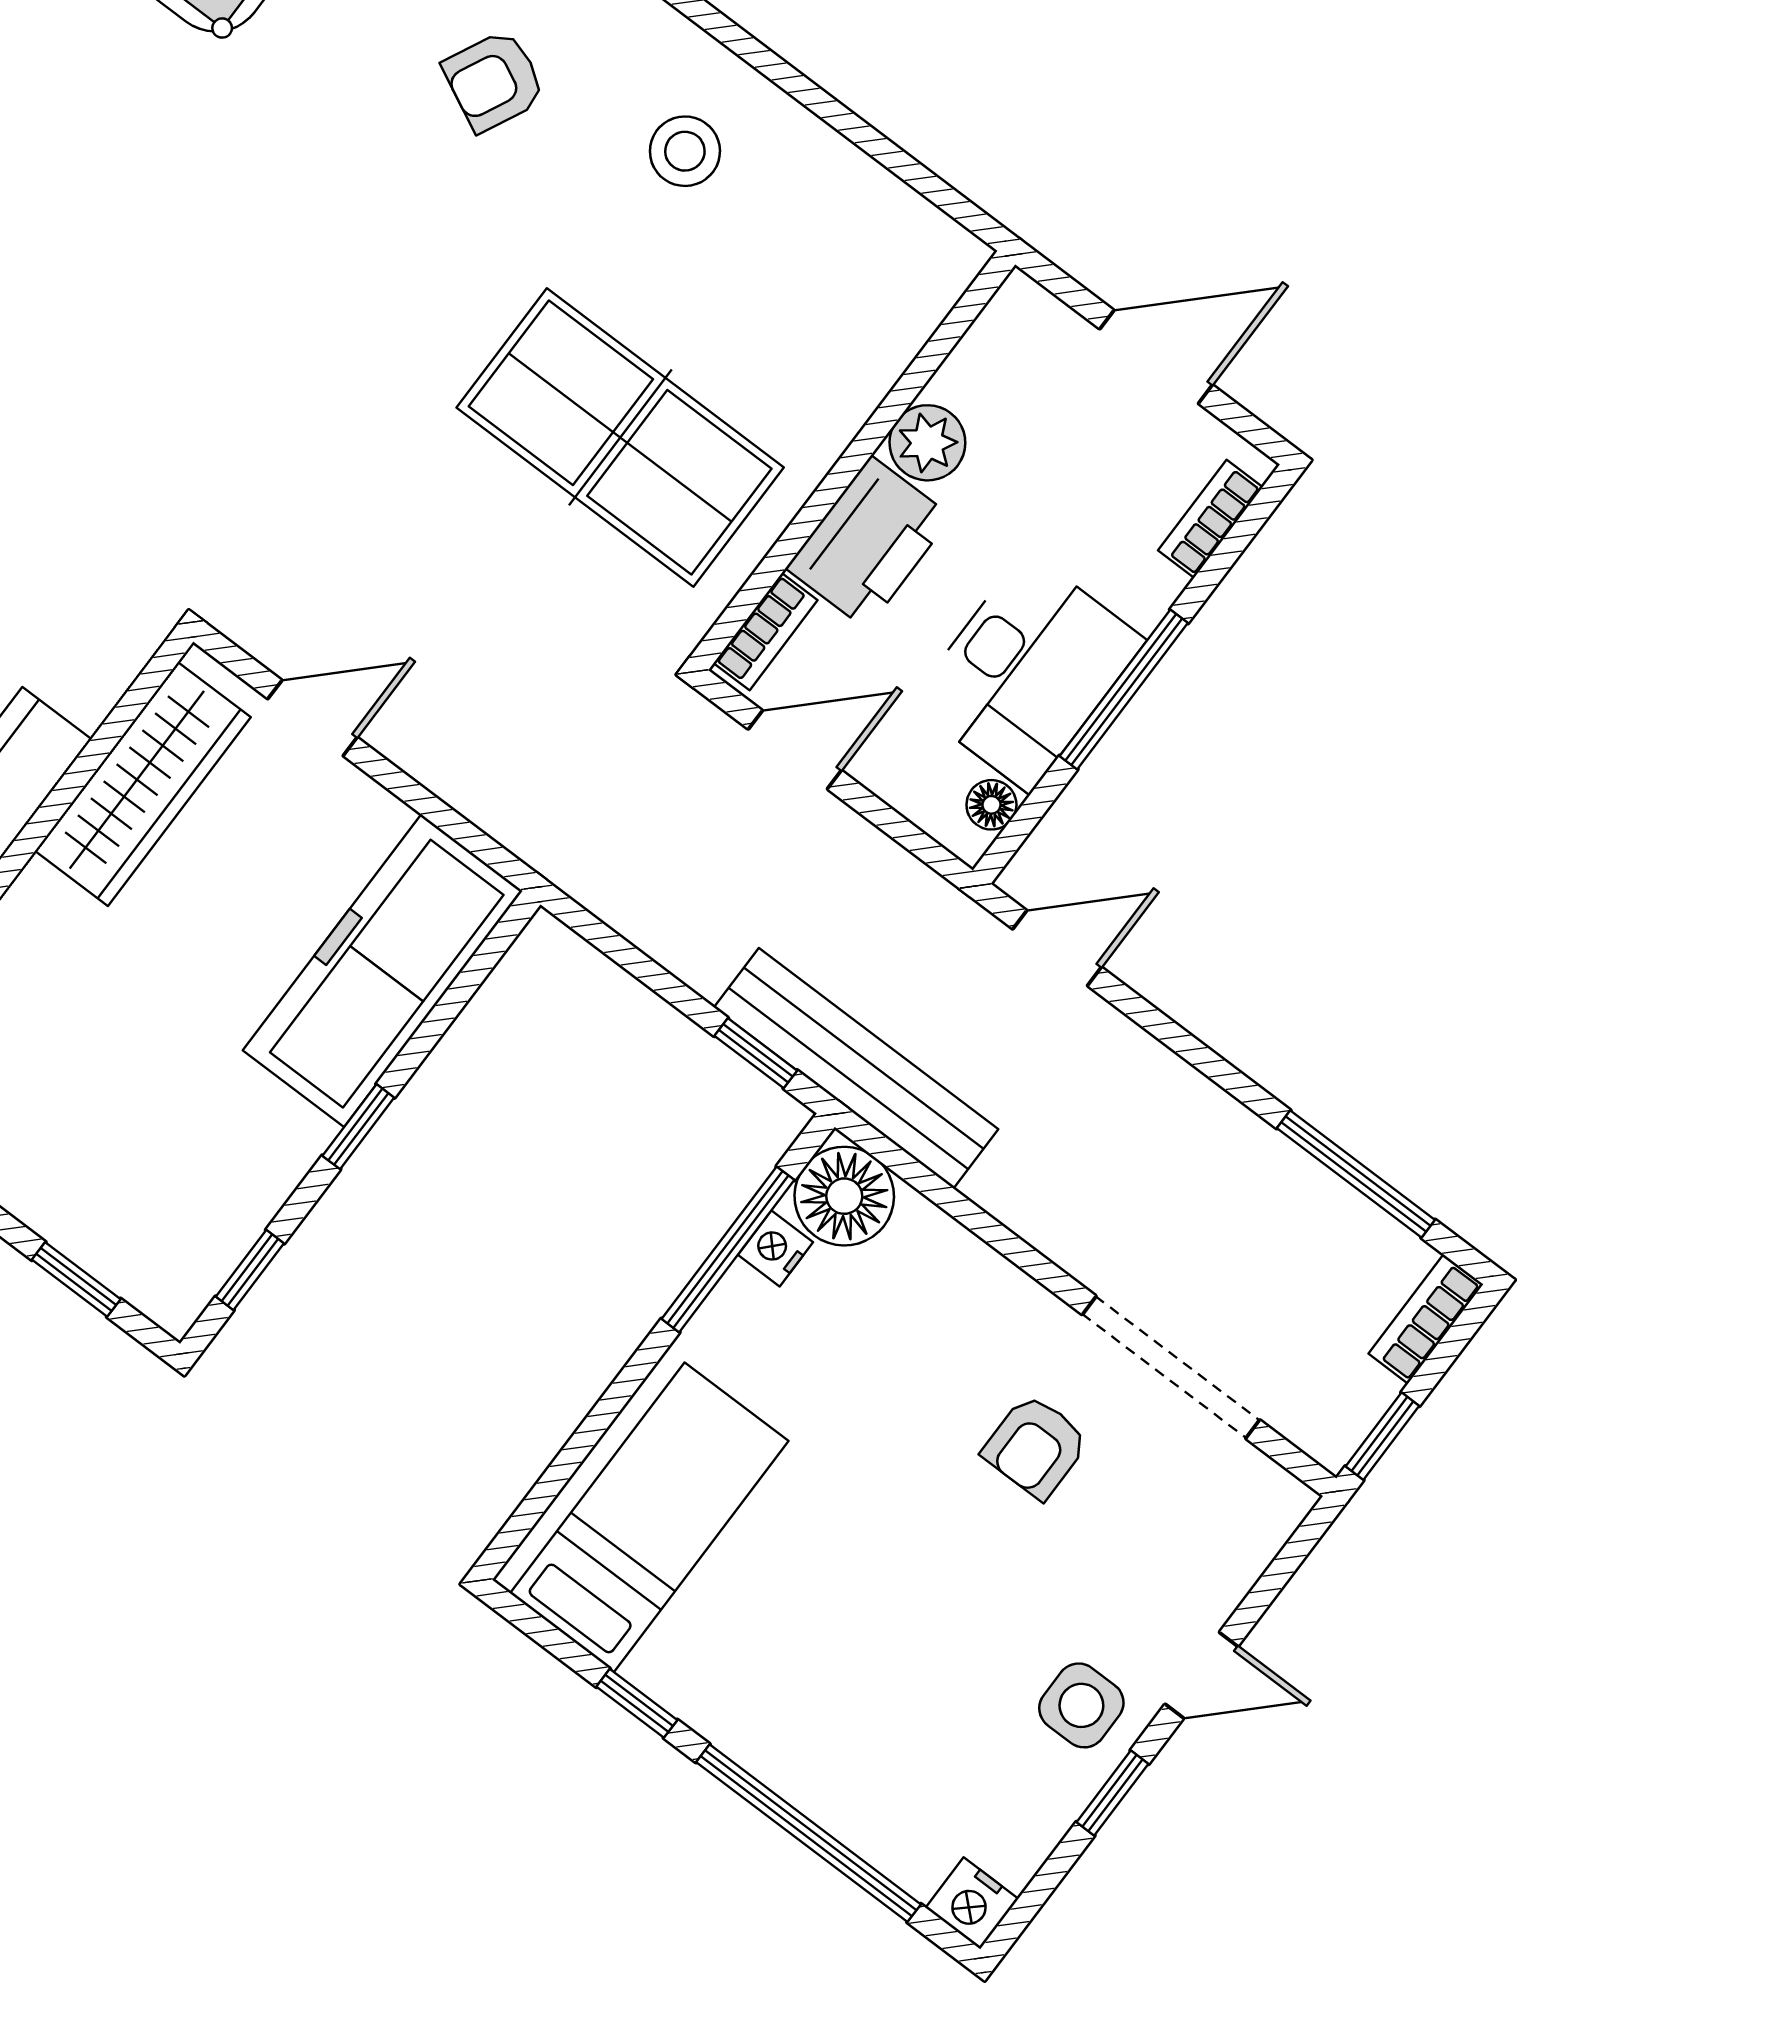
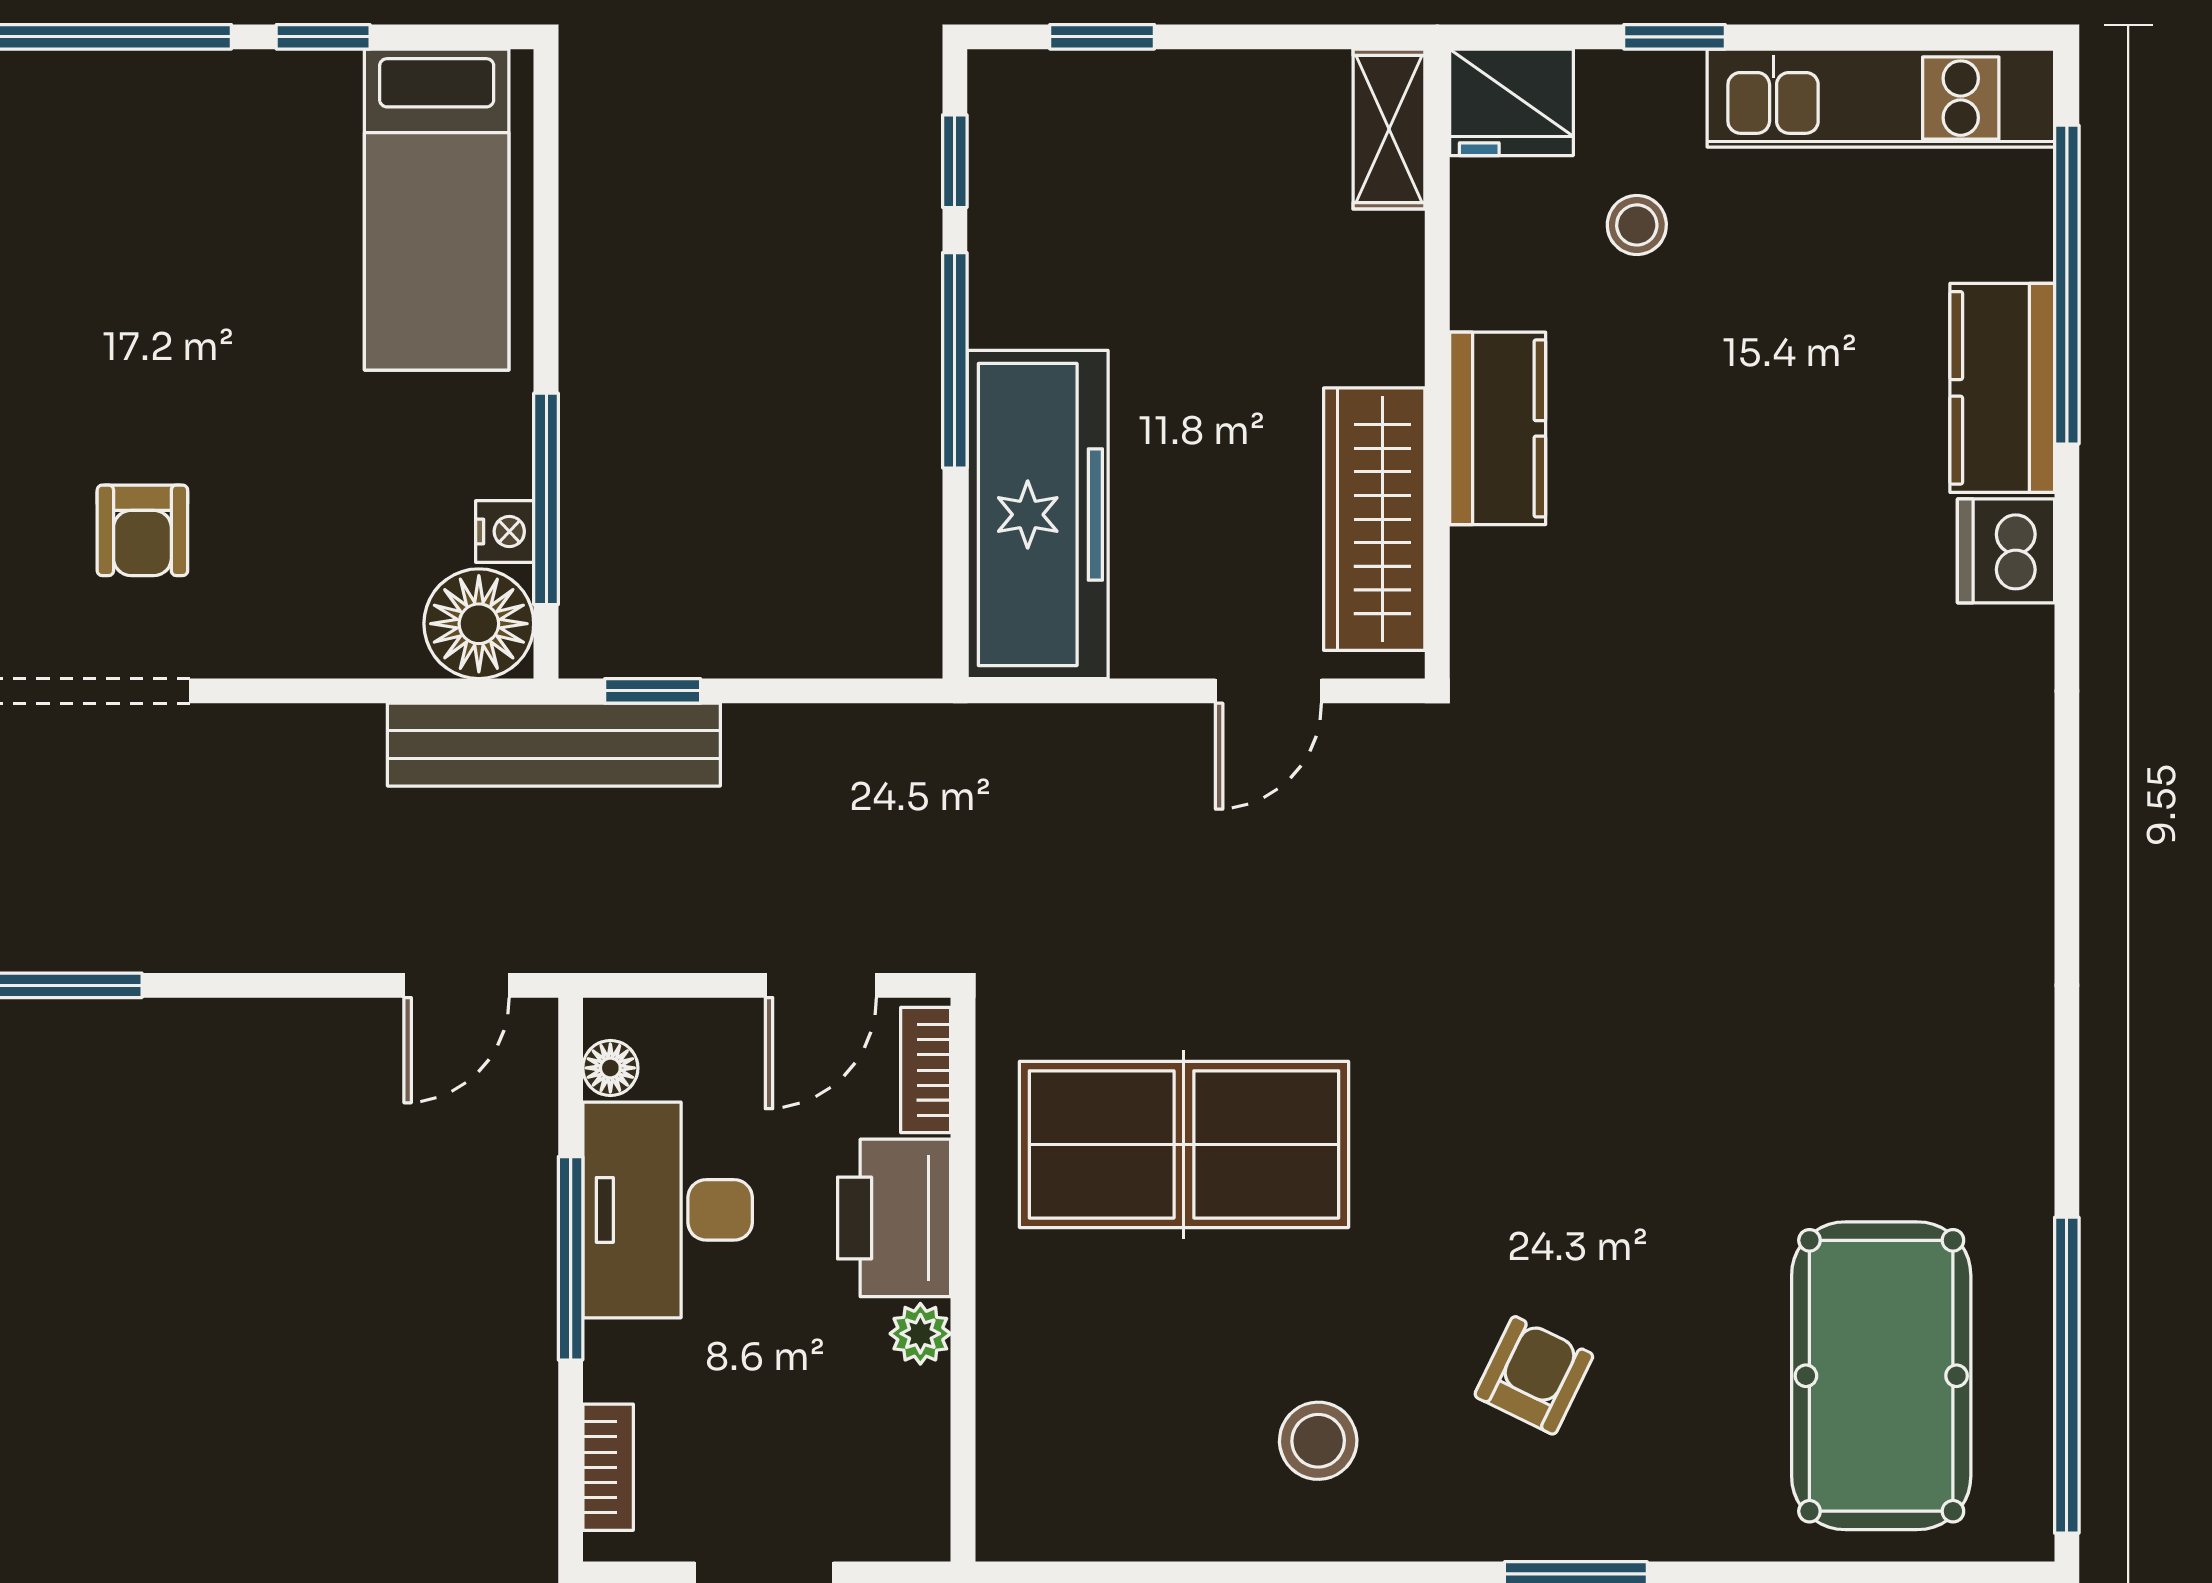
plant: (927, 443) -> (920, 1334), width x0.73, depth x0.73
window: (358, 1127) -> (955, 360), width x2.17
armchair: (1036, 1446) -> (142, 530), turned 180

